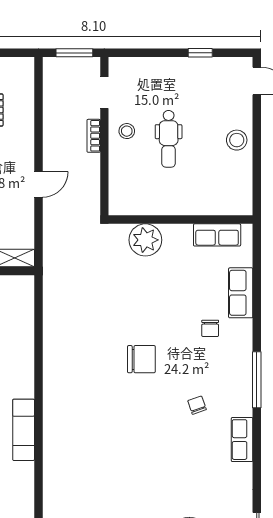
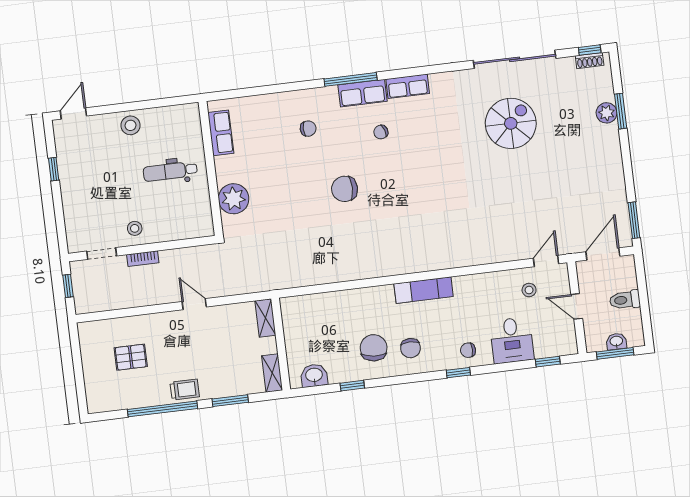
window: (74, 53) -> (68, 286), width x0.67
dental chair: (169, 139) -> (170, 171), moved, turned 180
row of seats: (241, 293) -> (362, 93), moved
chair: (141, 359) -> (345, 189), turned -90

